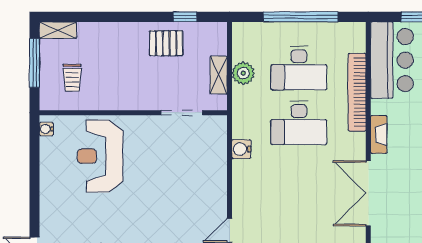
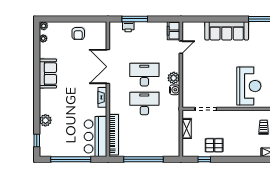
desk: (299, 68) -> (144, 75), moved
plant: (243, 73) -> (174, 78), moved
bookcase: (357, 92) -> (114, 135), moved
double door: (368, 193) -> (108, 67), swing flipped

